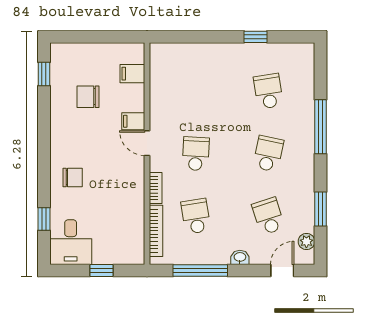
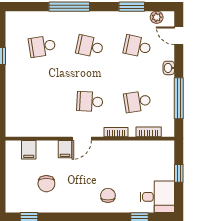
school desk: (268, 216) -> (137, 46), turned 30
bookcase: (156, 231) -> (149, 132), width x0.64

